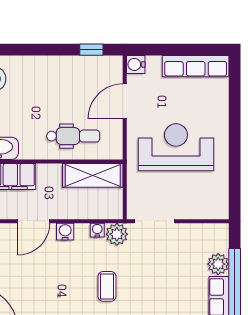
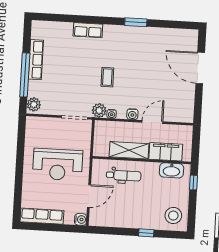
window: (91, 50) -> (146, 233), moved
dental chair: (73, 136) -> (124, 176), turned 180
shelving: (93, 175) -> (129, 150), moved
plant: (218, 264) -> (34, 104), moved

